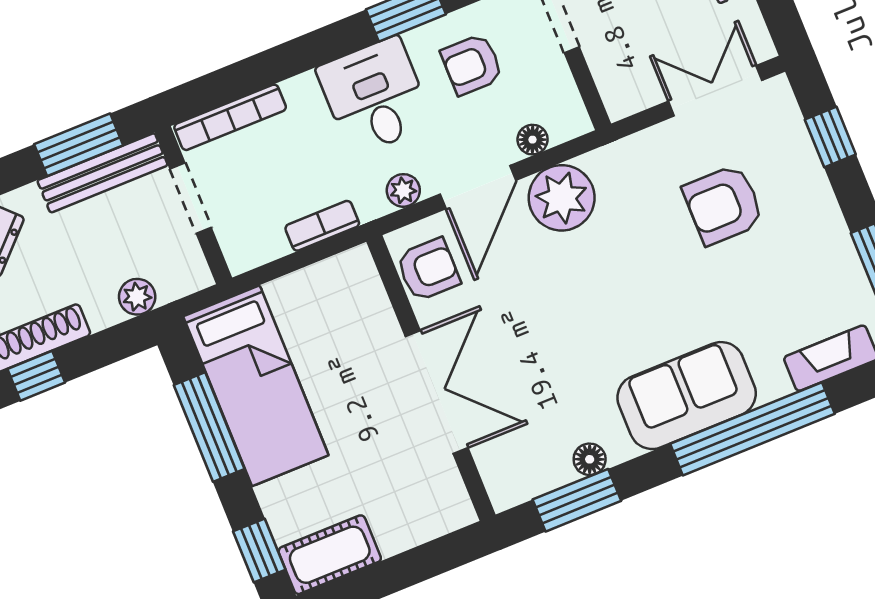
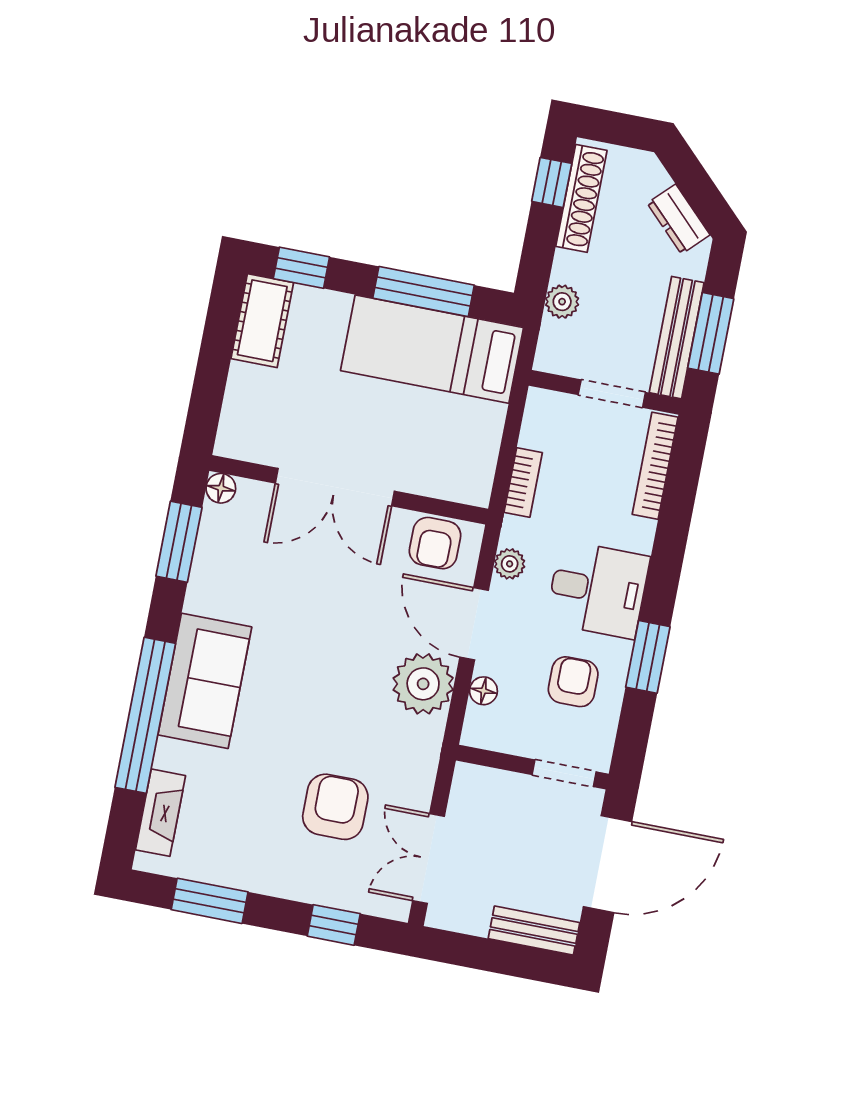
double door: (715, 91) -> (429, 858), swing flipped
floor lamp: (590, 459) -> (221, 488), moved

